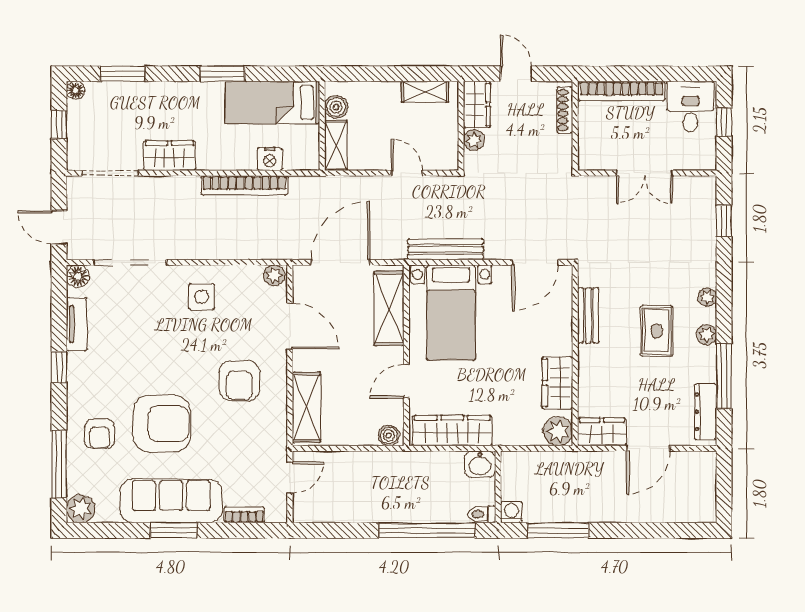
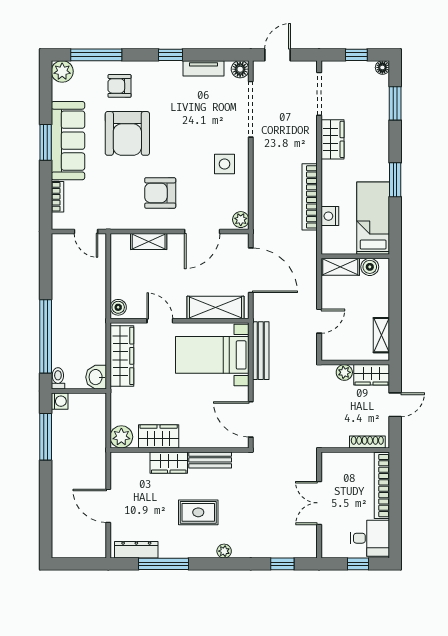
plant: (706, 335) -> (195, 551), removed
shelving: (306, 407) -> (149, 241), width x0.67, depth x0.75
wardrobe: (602, 432) -> (169, 463), moved, turned 90

